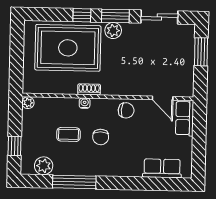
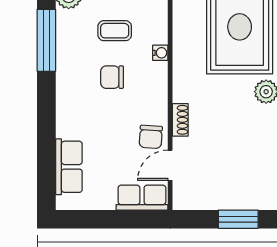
shoe rack: (89, 89) -> (180, 120), moved
chair: (126, 110) -> (151, 137), moved
coffee table: (68, 134) -> (115, 31), turned 90

